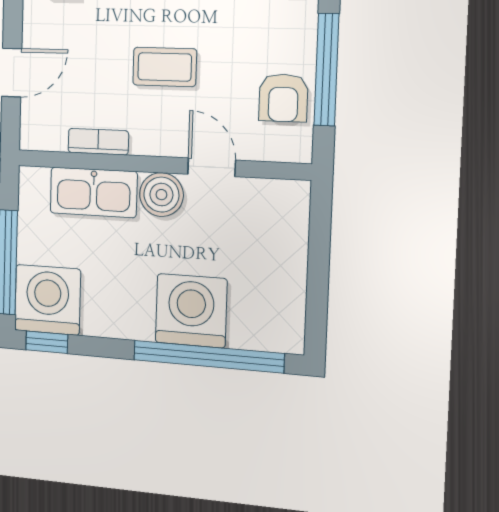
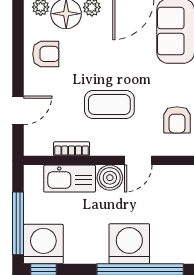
coffee table: (165, 67) -> (109, 104), width x1.36, depth x1.30
door: (212, 167) -> (138, 160), swing flipped

